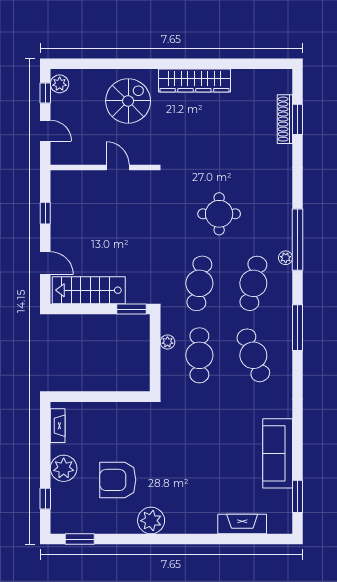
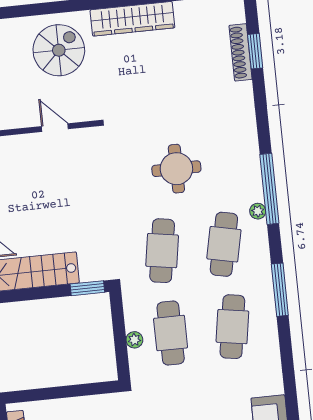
plant: (167, 342) -> (134, 340), moved
cafe table: (253, 355) -> (232, 327), turned 30

